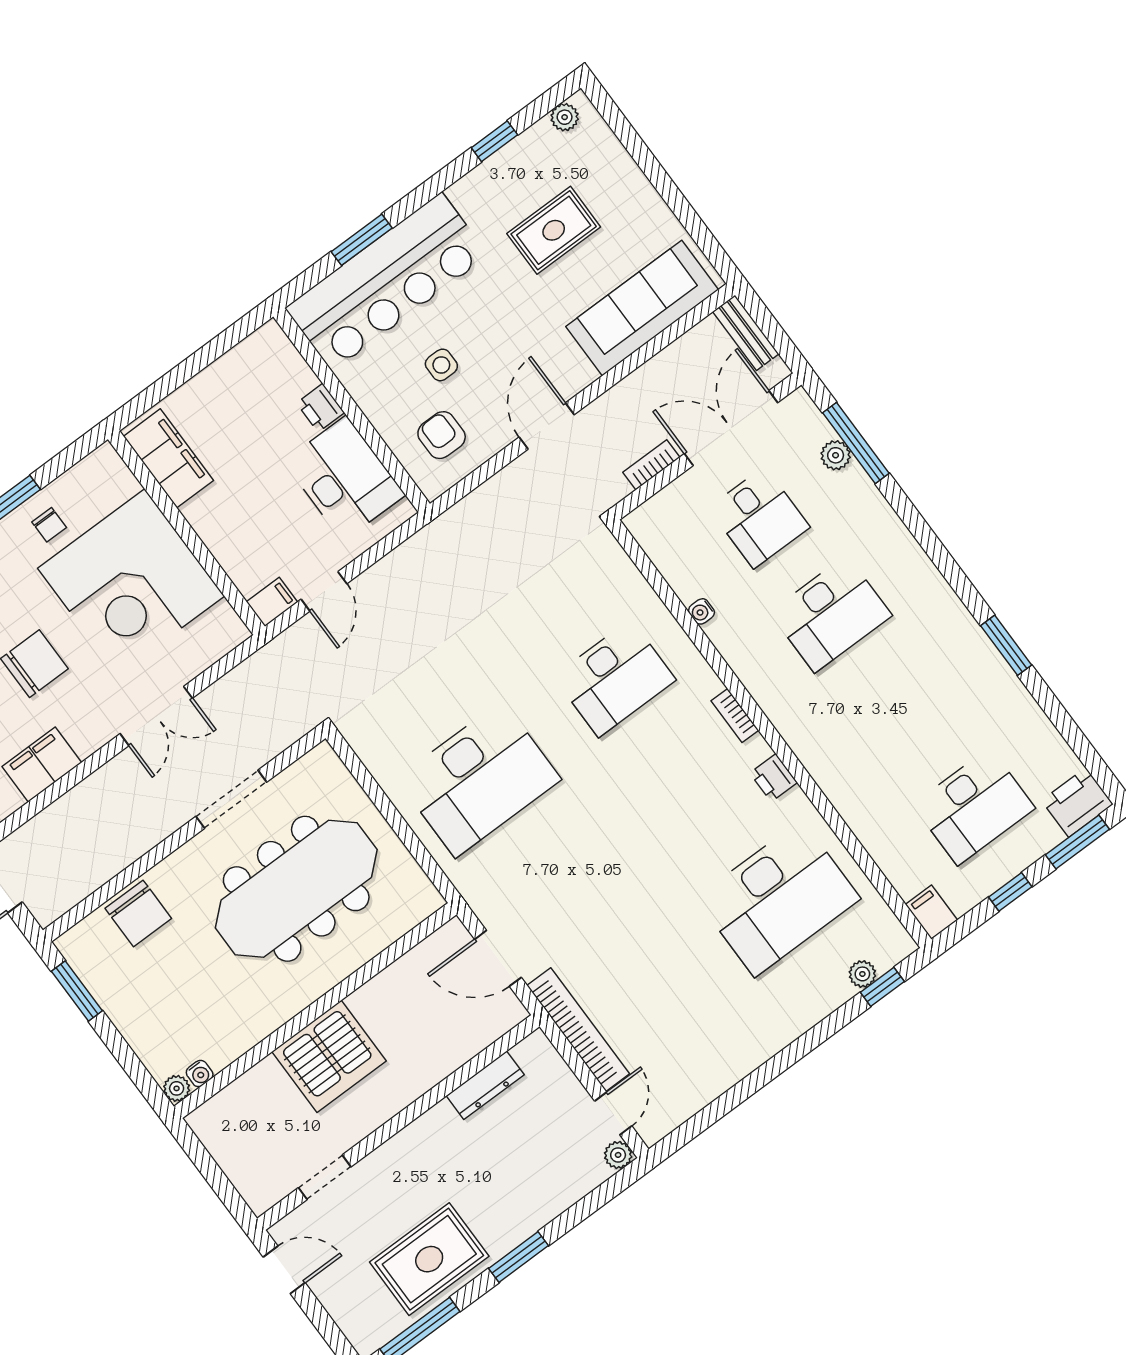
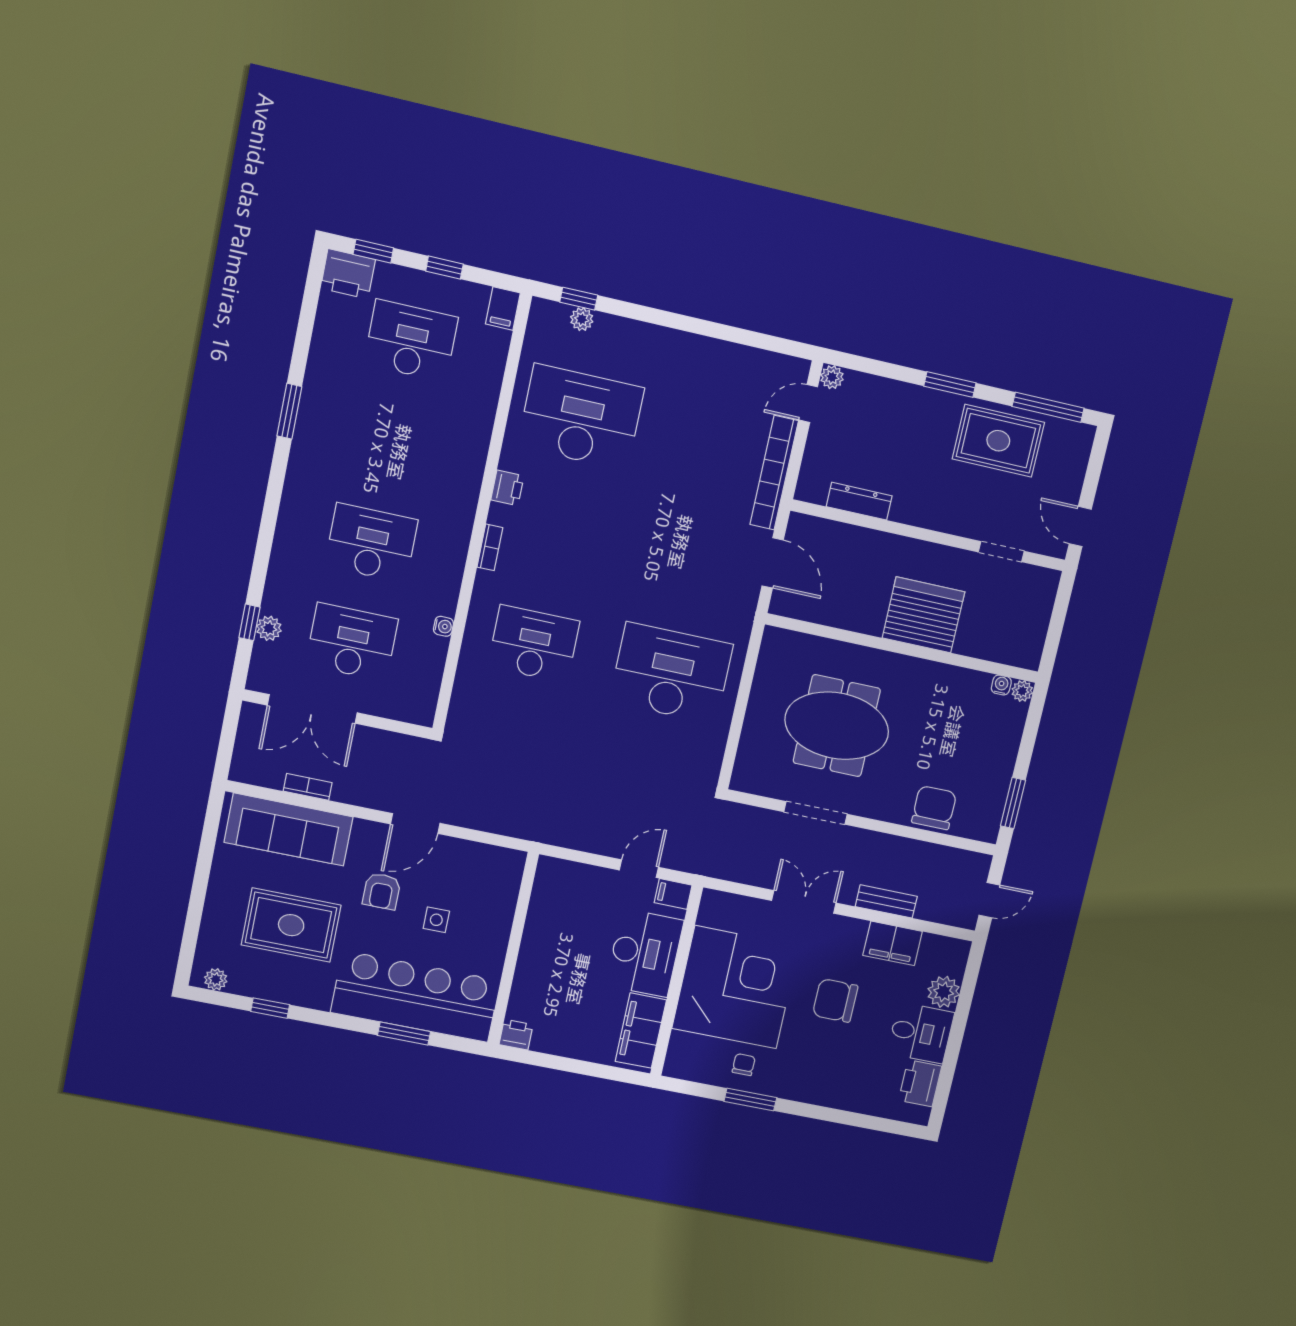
rug: (554, 230) -> (291, 925), width x1.36, depth x1.43
bench: (746, 333) -> (886, 901), moved, turned 90
printer: (320, 408) -> (516, 1035), moved, turned -90
armchair: (442, 435) -> (382, 891), moved
window: (856, 443) -> (249, 622), width x0.46
bookcase: (651, 465) -> (308, 787), moved, turned 180
desk: (344, 478) -> (645, 953), moved, turned 180
desk: (759, 517) -> (352, 642), width x1.37
window: (1077, 842) -> (373, 251), width x0.67
meeting table: (296, 889) -> (837, 726), width x0.73

